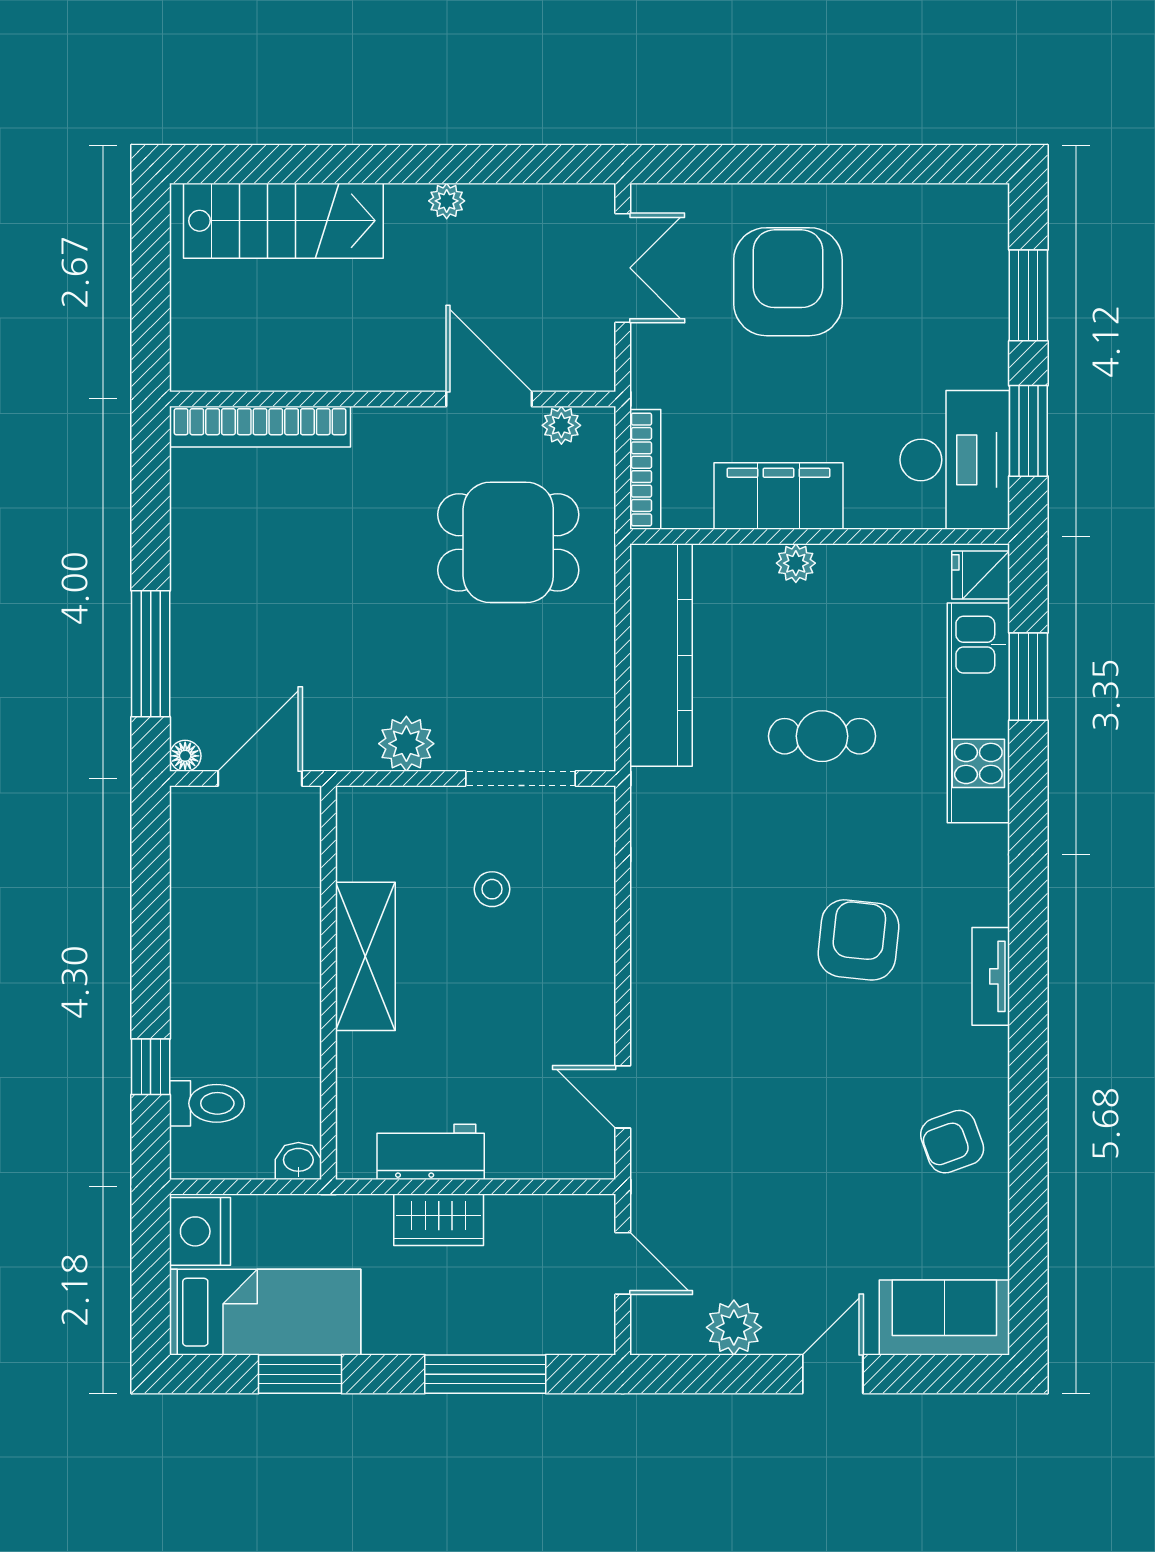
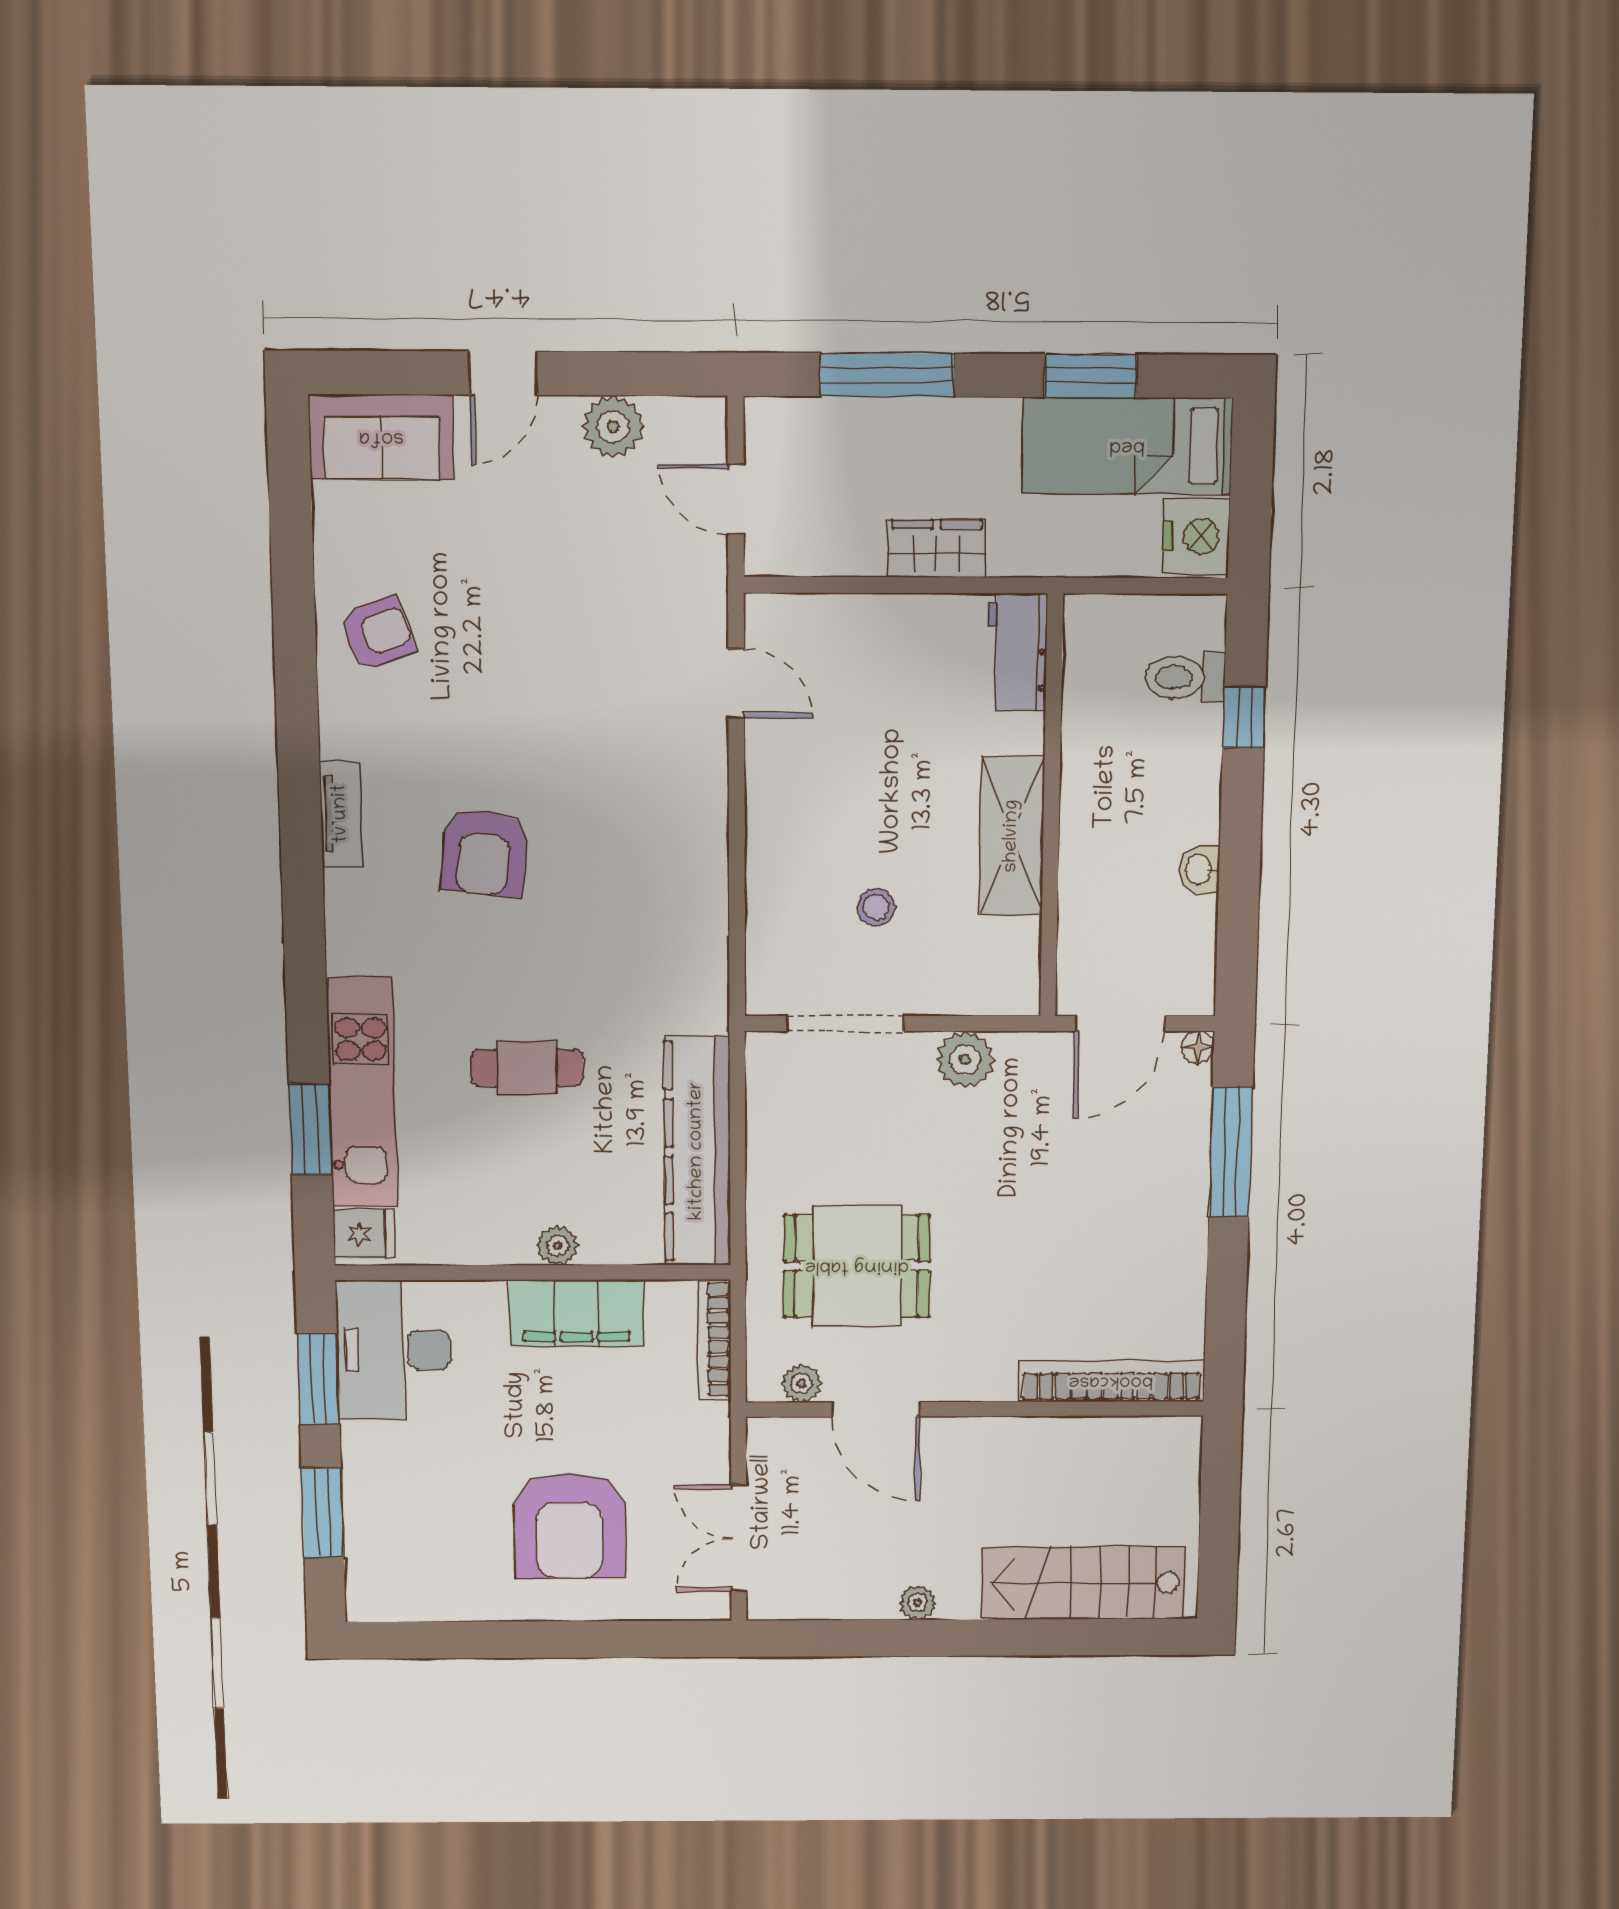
workbench: (431, 1152) -> (1017, 652), moved, turned 90
washbasin: (298, 1161) -> (1200, 870), moved, turned 90

